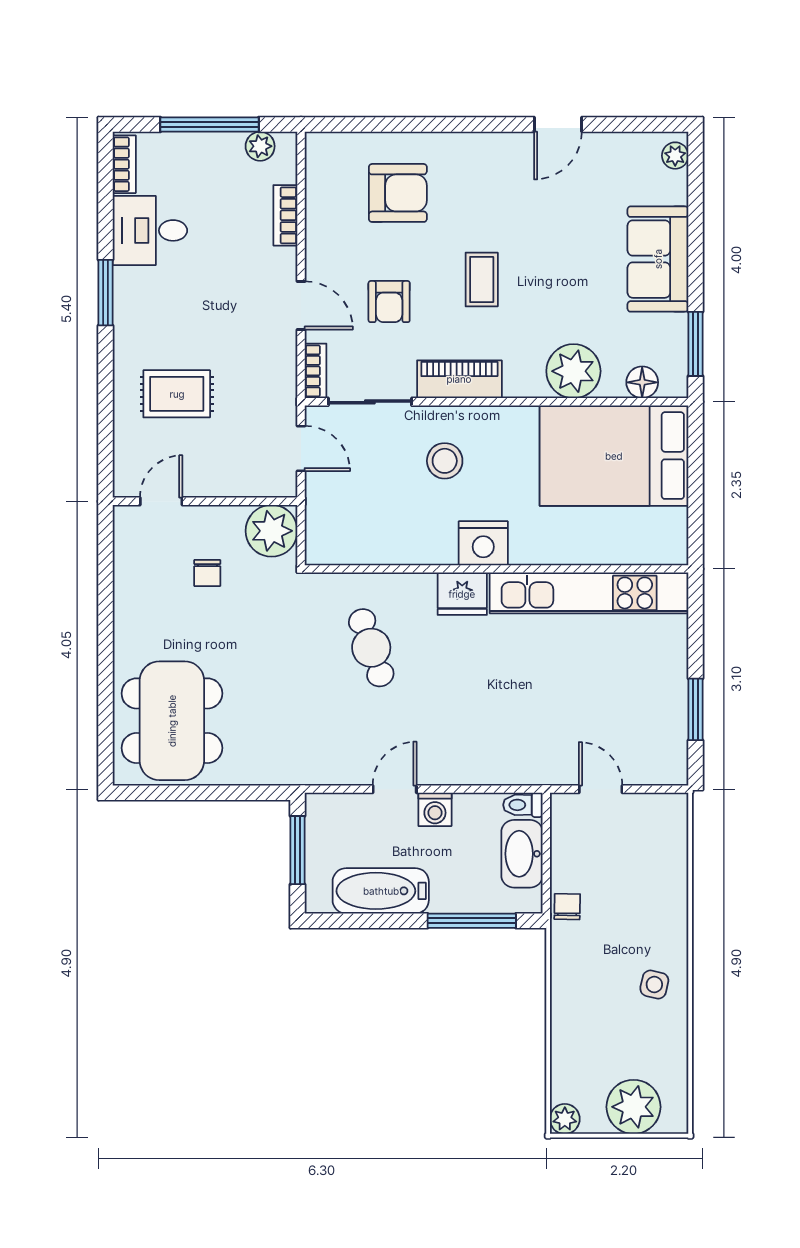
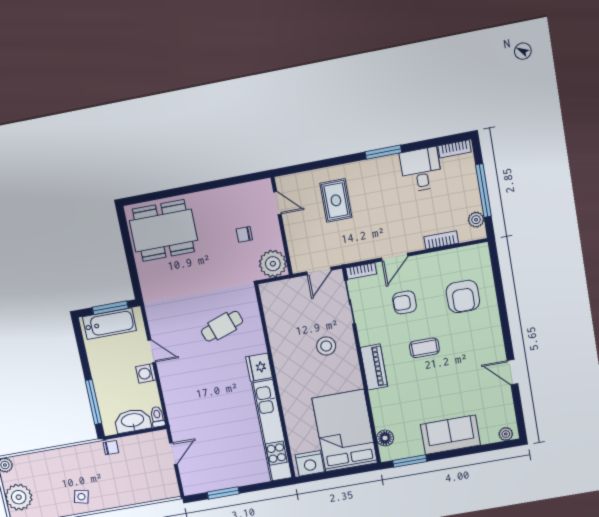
plant: (573, 371) -> (385, 403), removed
piano: (459, 379) -> (374, 367), moved
nightstand: (483, 543) -> (310, 463), moved, turned -90
bathtub: (381, 891) -> (109, 324), moved, turned 90

